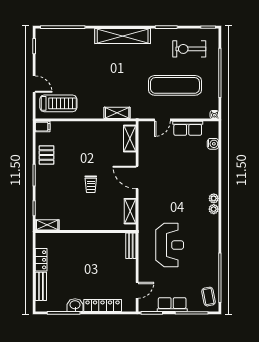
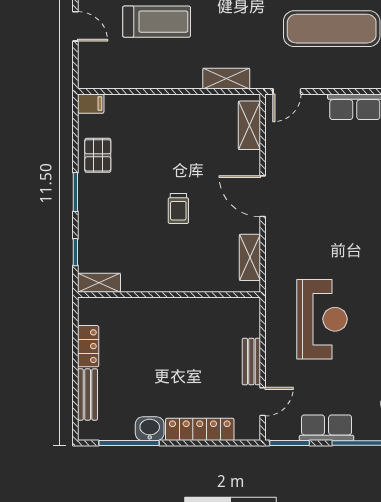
treadmill: (58, 103) -> (157, 22), moved
door: (162, 120) -> (287, 92), moved
bench: (131, 246) -> (251, 362), moved

